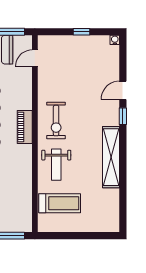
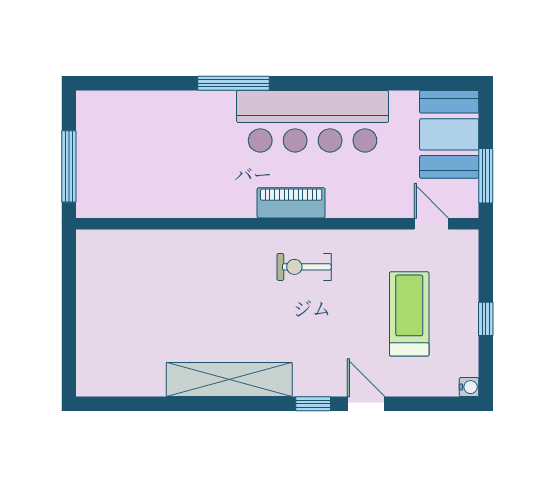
exercise bike: (56, 121) -> (304, 267), width x0.73, depth x0.72
weight bench: (56, 165) -> (214, 267), removed
treadmill: (60, 203) -> (409, 314), moved, turned 180

